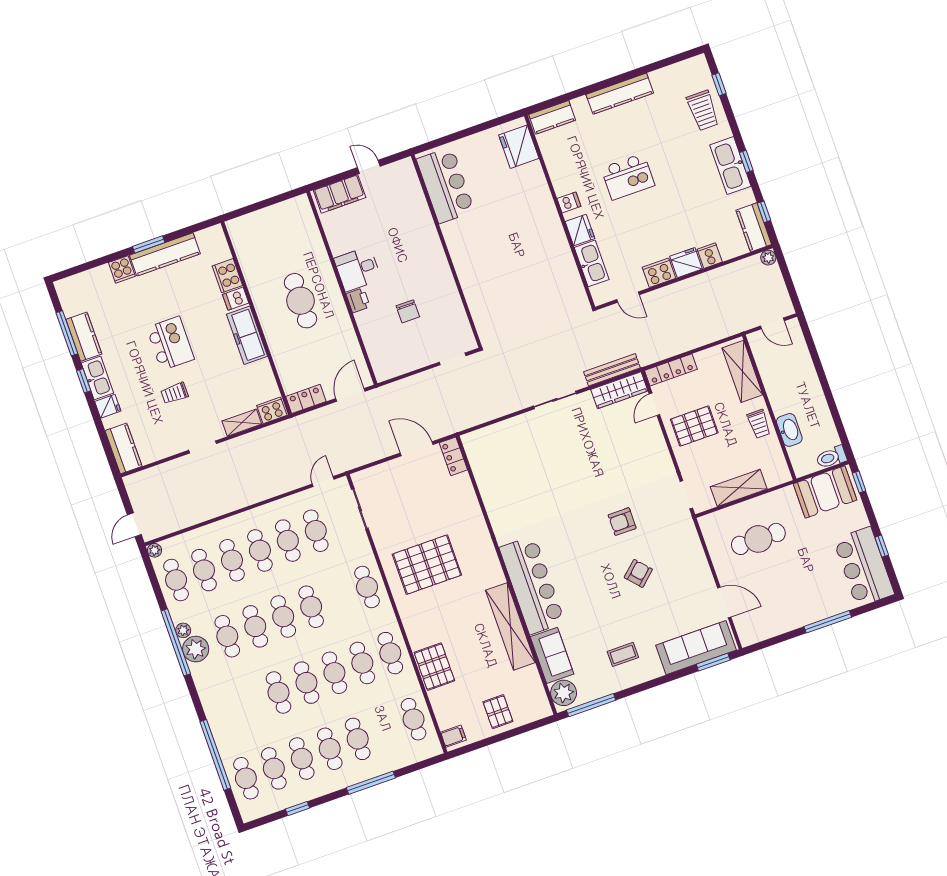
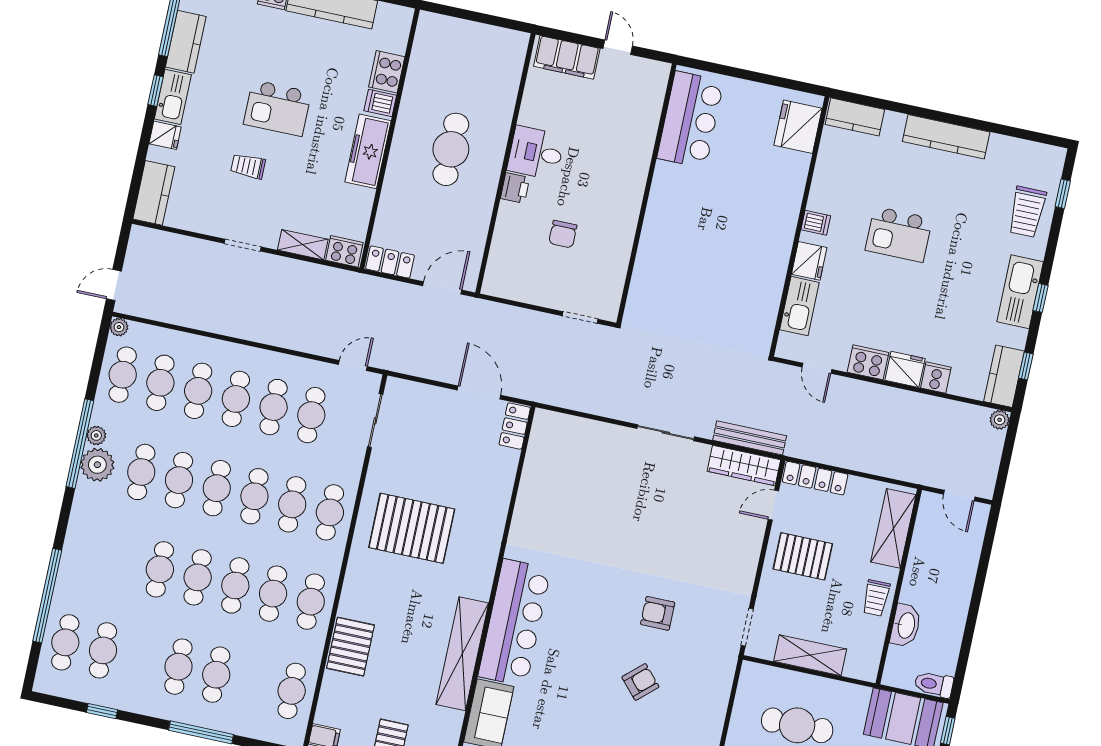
kitchen island: (170, 343) -> (277, 108), turned 90
cafe table: (302, 759) -> (292, 504), moved

